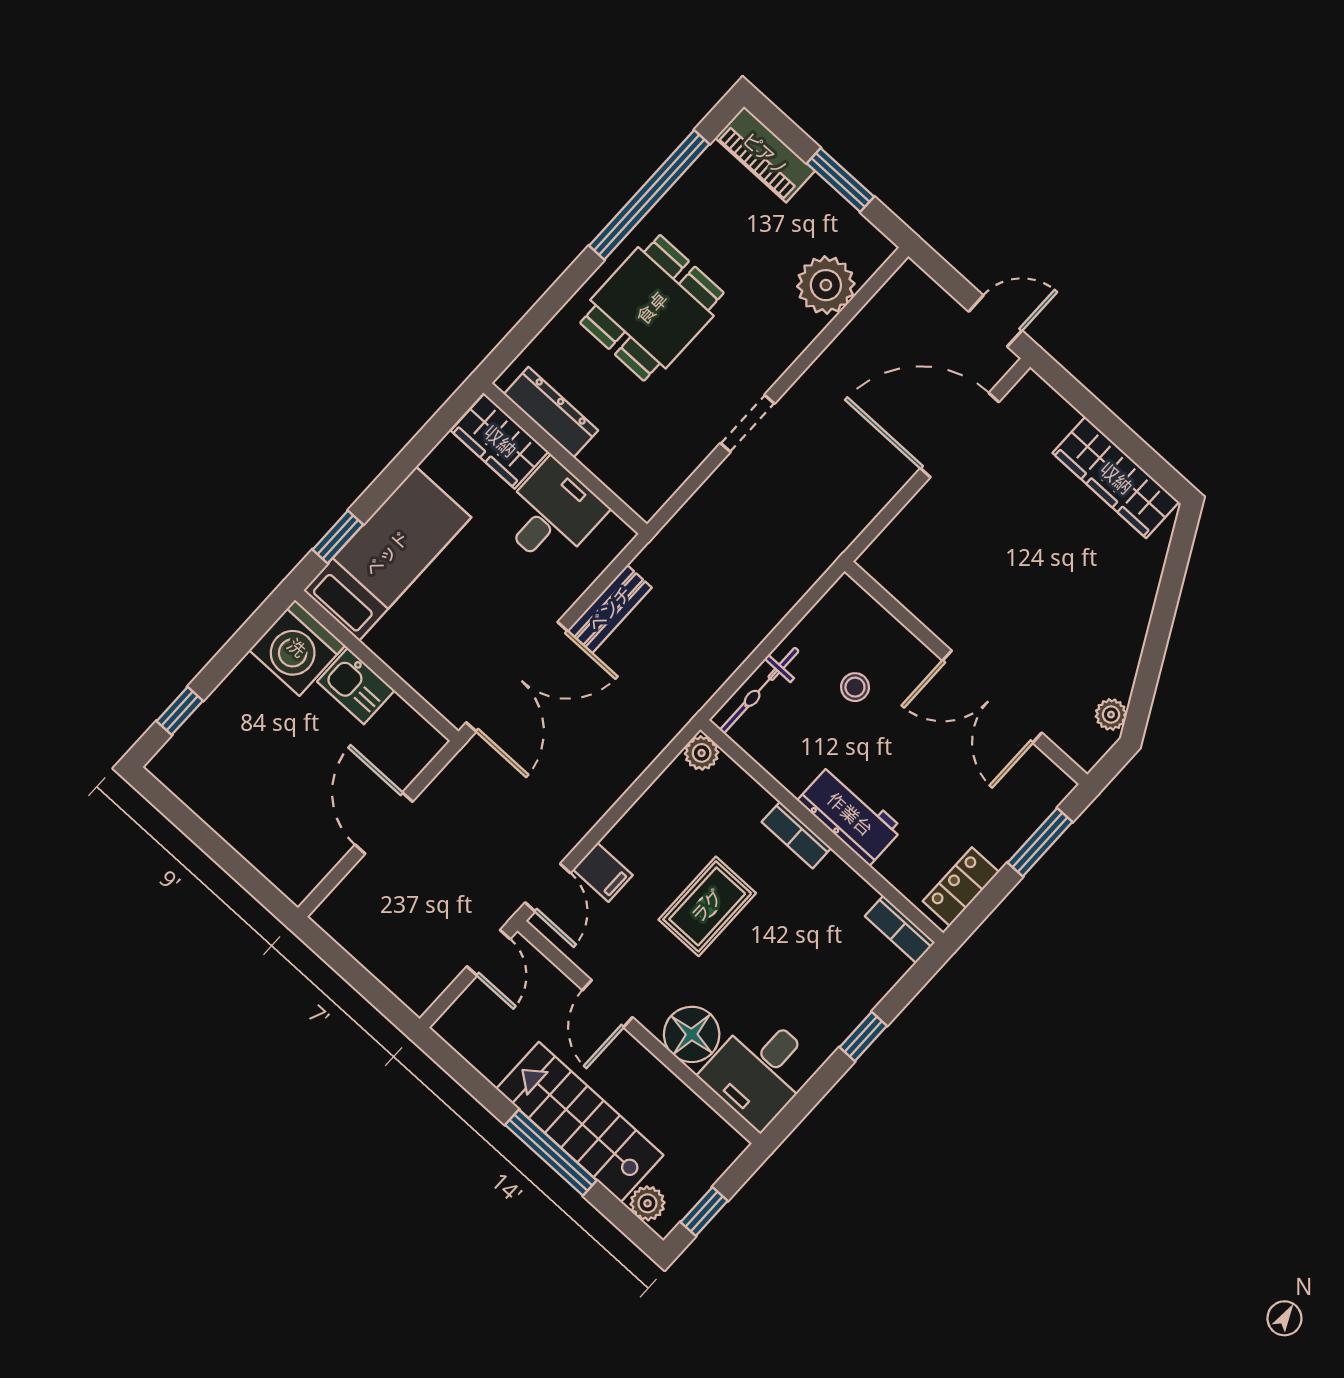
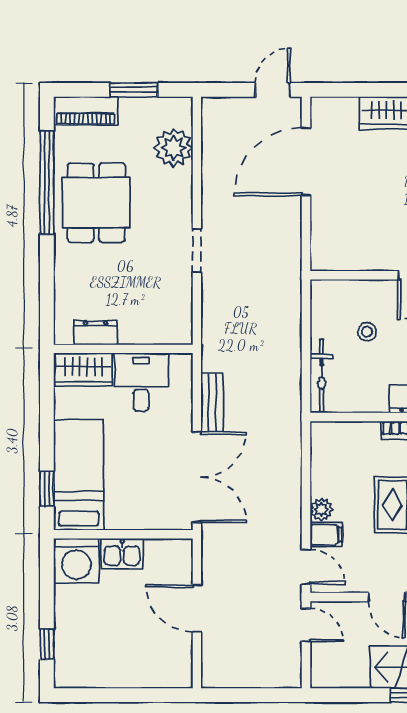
dining table: (652, 308) -> (96, 203), moved
dresser: (551, 412) -> (96, 333), width x0.70
plant: (702, 753) -> (321, 509), moved

